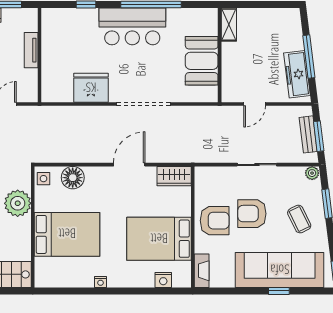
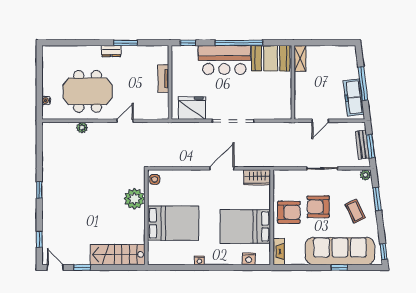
tv unit: (31, 50) -> (163, 79), moved
wall: (39, 55) -> (170, 82), moved
booth: (202, 61) -> (271, 58), moved, turned 90
floor lamp: (73, 178) -> (178, 179), removed

